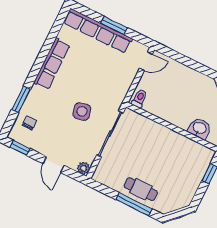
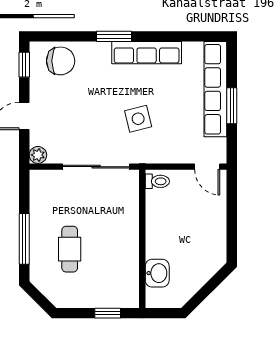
window: (21, 99) -> (114, 36), moved
side table: (82, 111) -> (138, 119), moved
chair: (29, 123) -> (61, 61), width x1.87, depth x1.87
cafe table: (141, 189) -> (70, 249), moved

